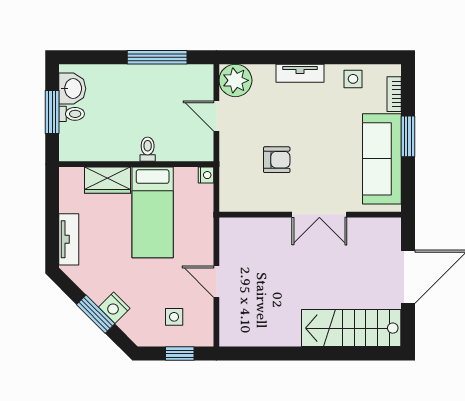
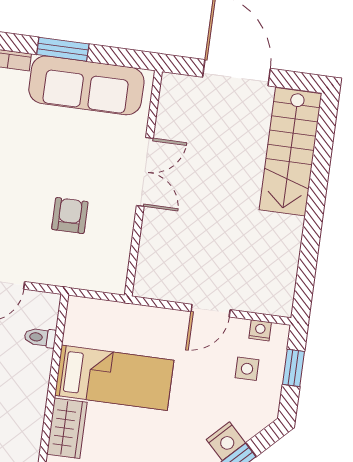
toilet: (148, 149) -> (40, 337), moved
nightstand: (206, 175) -> (260, 330), moved

